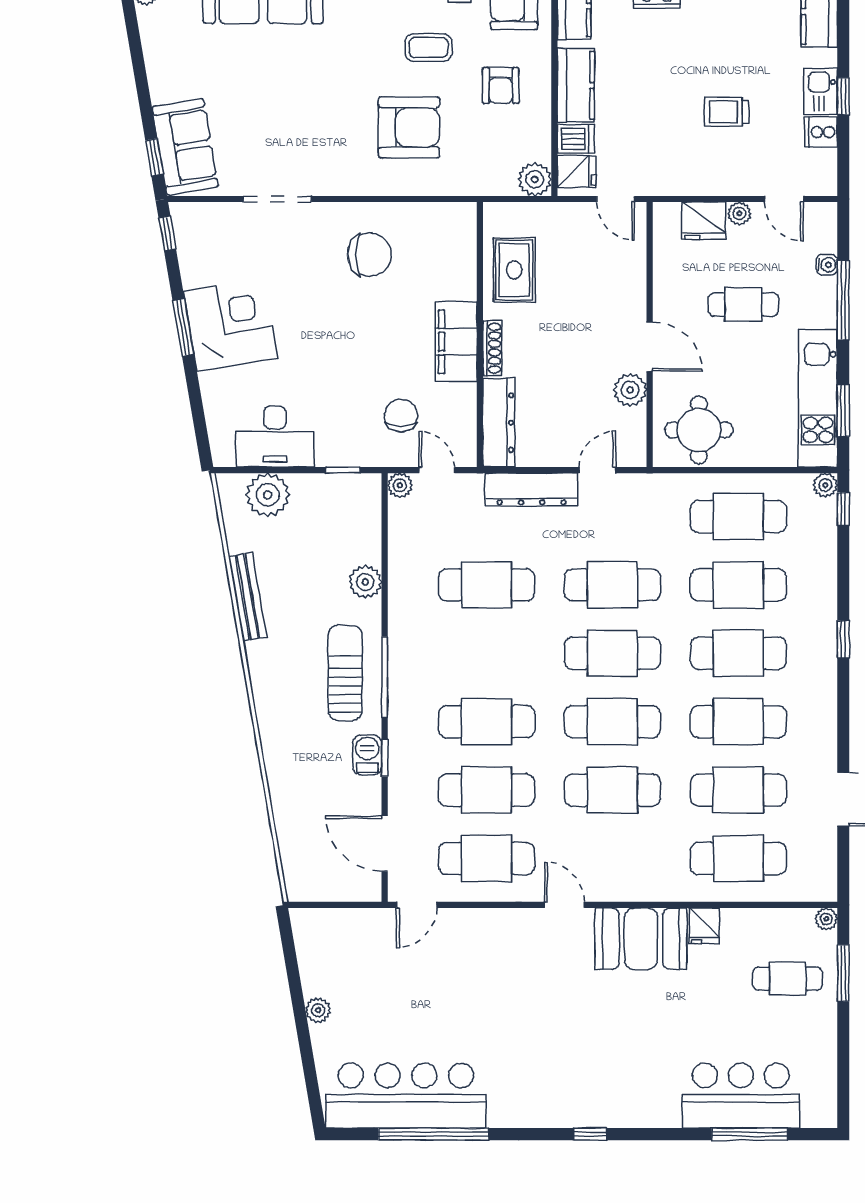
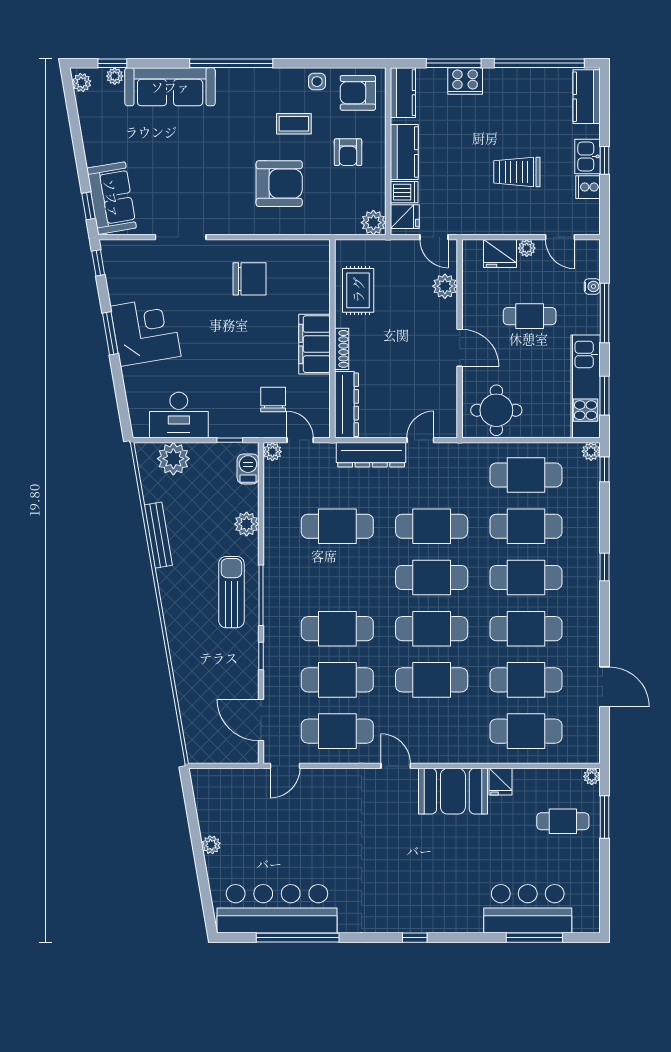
trolley: (726, 112) -> (517, 172), width x1.36, depth x1.39
plant: (630, 390) -> (445, 286), moved
barbecue: (367, 755) -> (248, 469), moved

